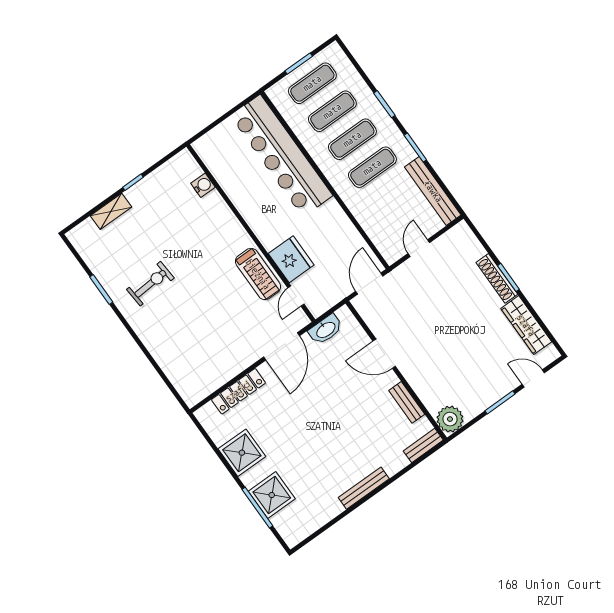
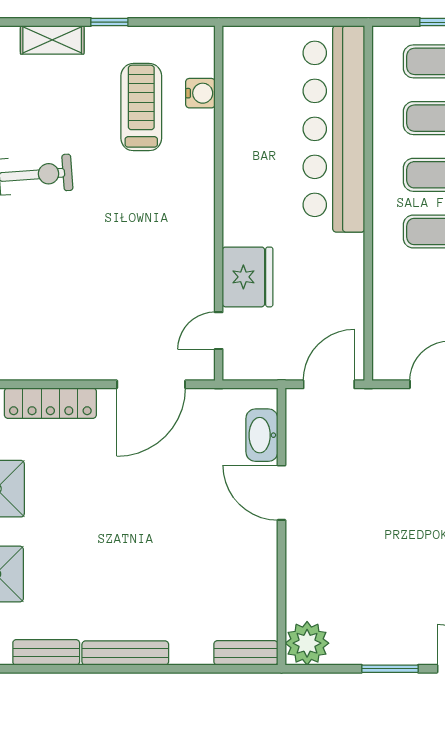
treadmill: (258, 274) -> (141, 107), moved, turned 180
washbasin: (326, 329) -> (262, 435), moved, turned 90
bench: (407, 402) -> (46, 652), moved, turned 90

